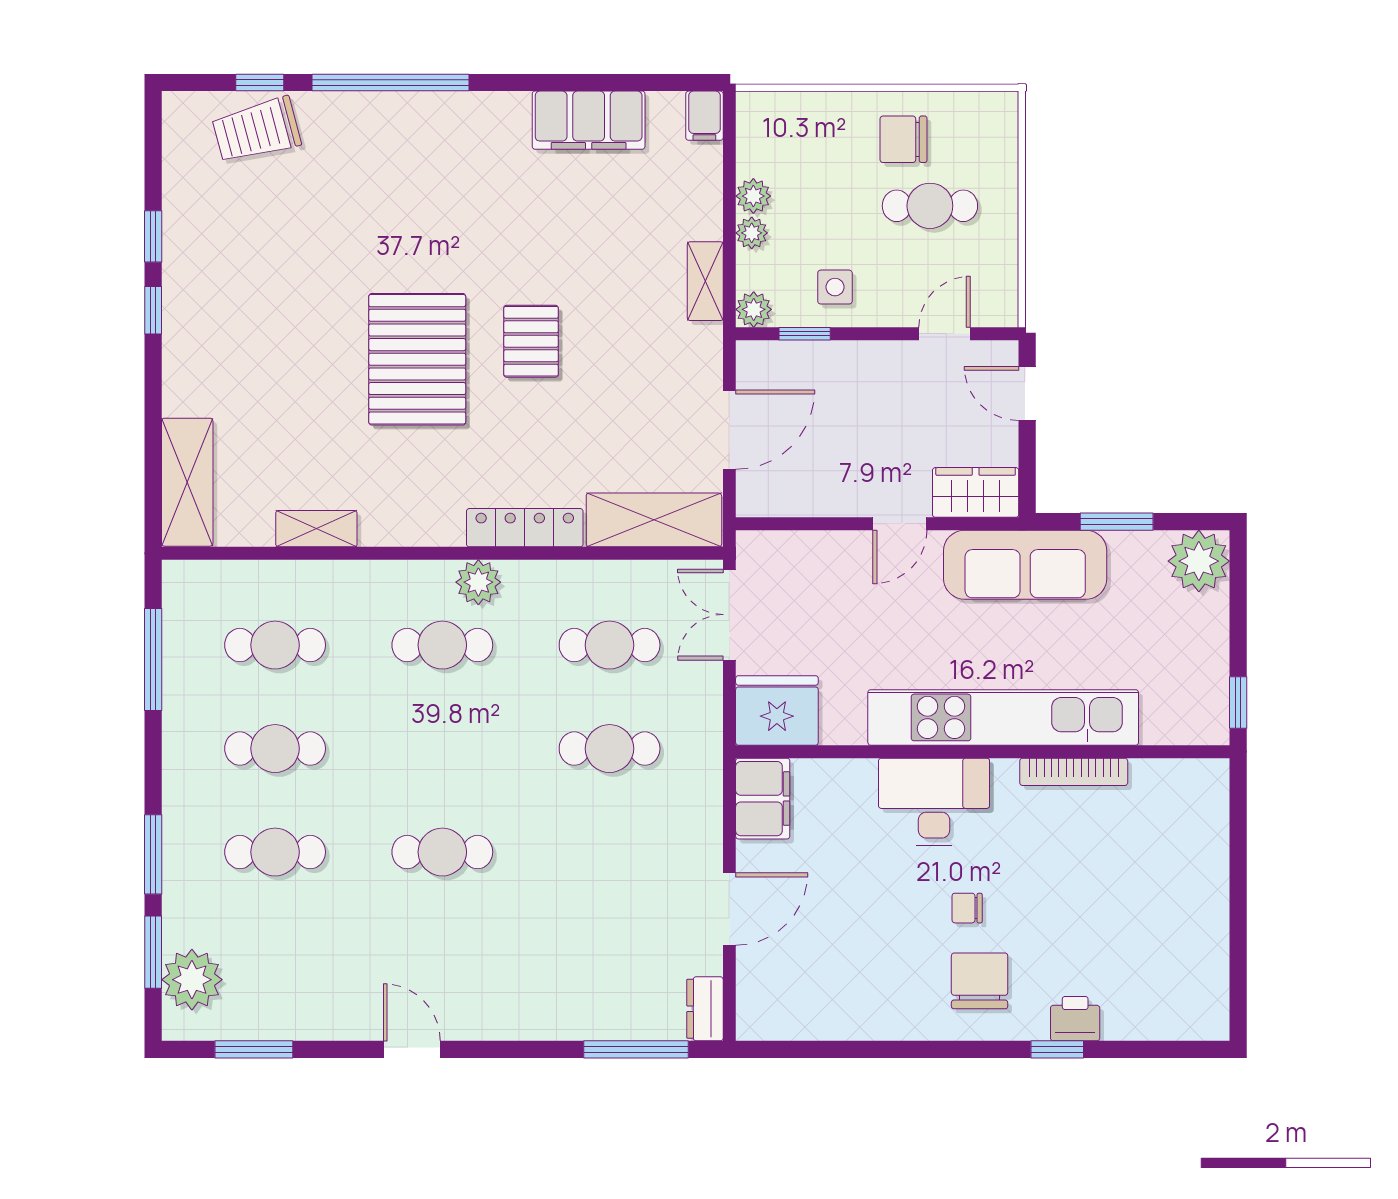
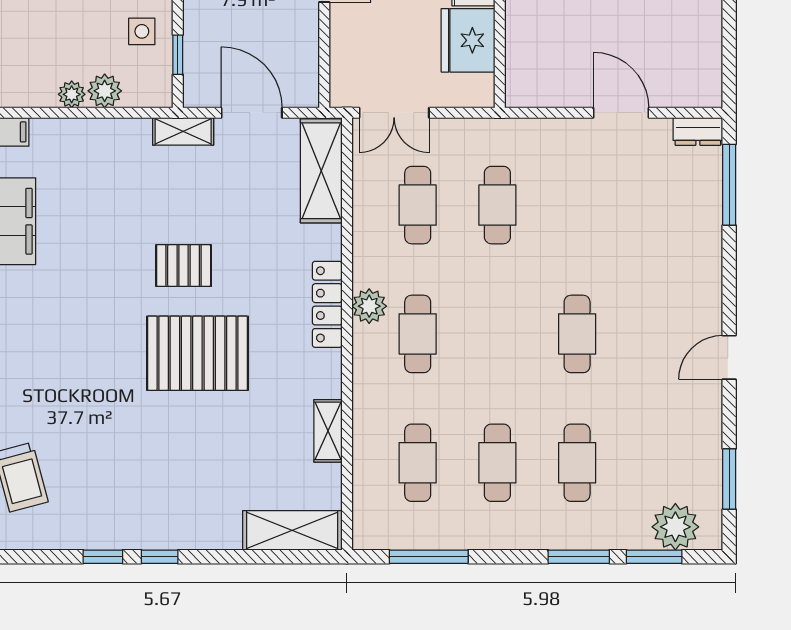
plant: (752, 233) -> (105, 91), width x1.38, depth x1.38
shelving: (705, 281) -> (183, 131), moved
plant: (754, 309) -> (159, 94), removed
locker: (525, 528) -> (327, 304), moved
fridge: (777, 710) -> (468, 40), moved
filing cabinet: (763, 799) -> (536, 87), removed

